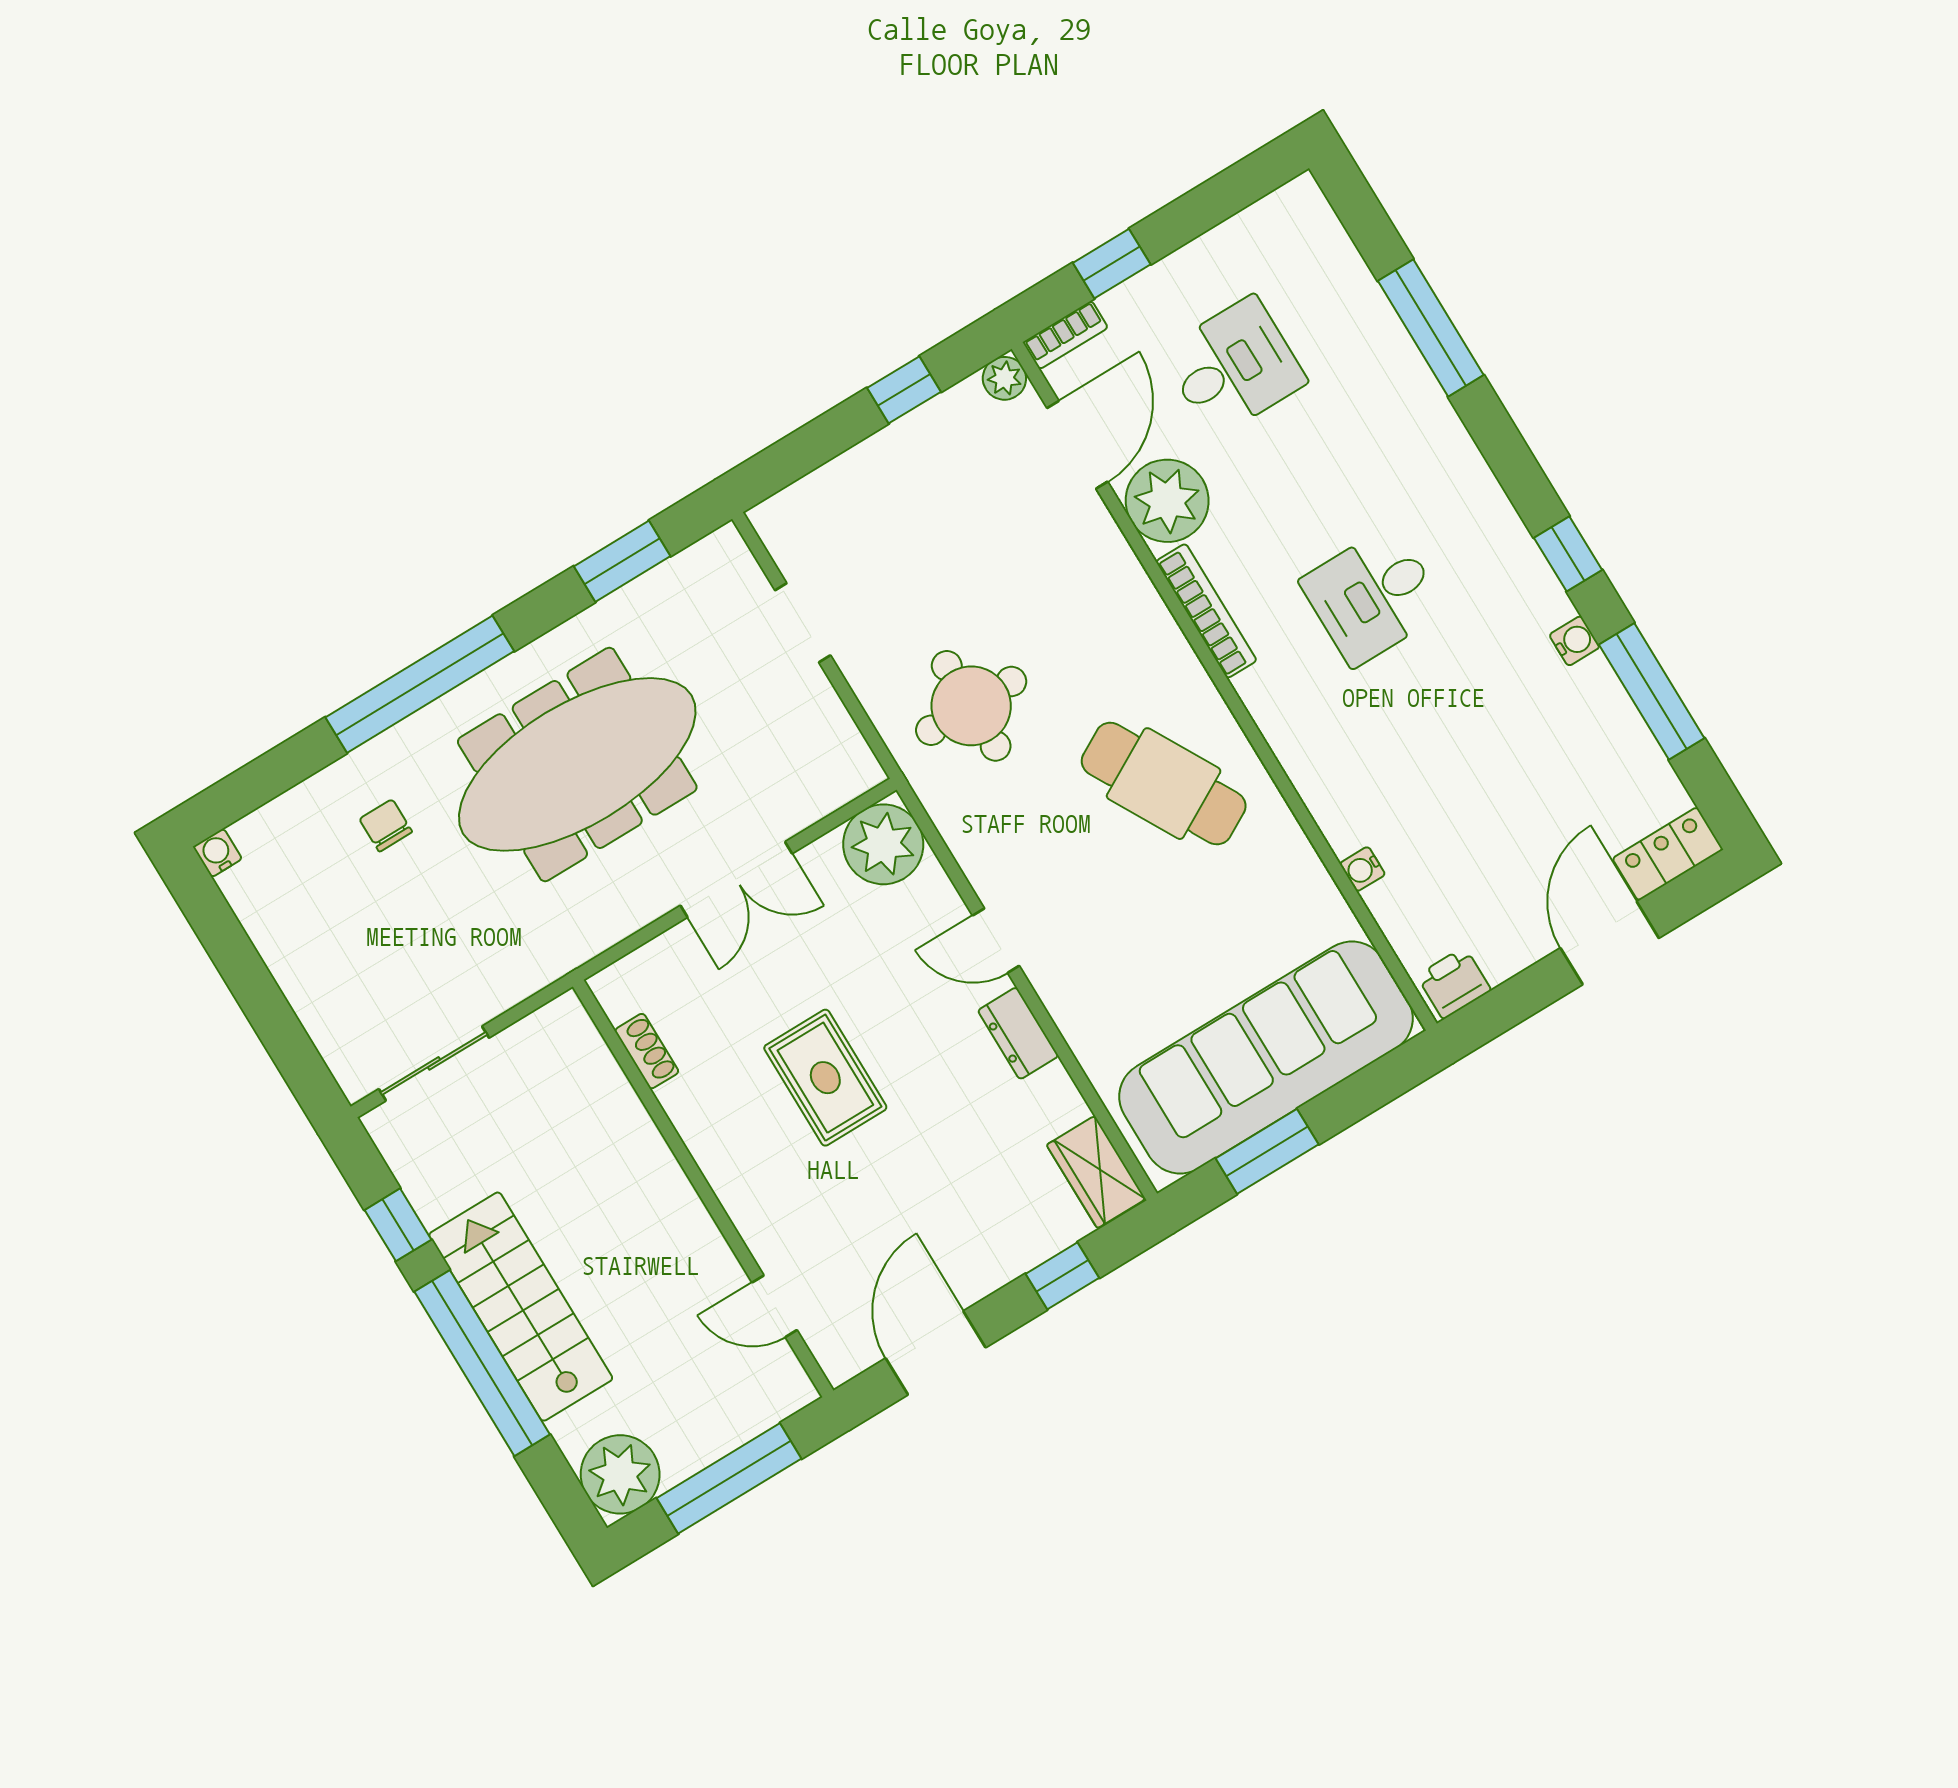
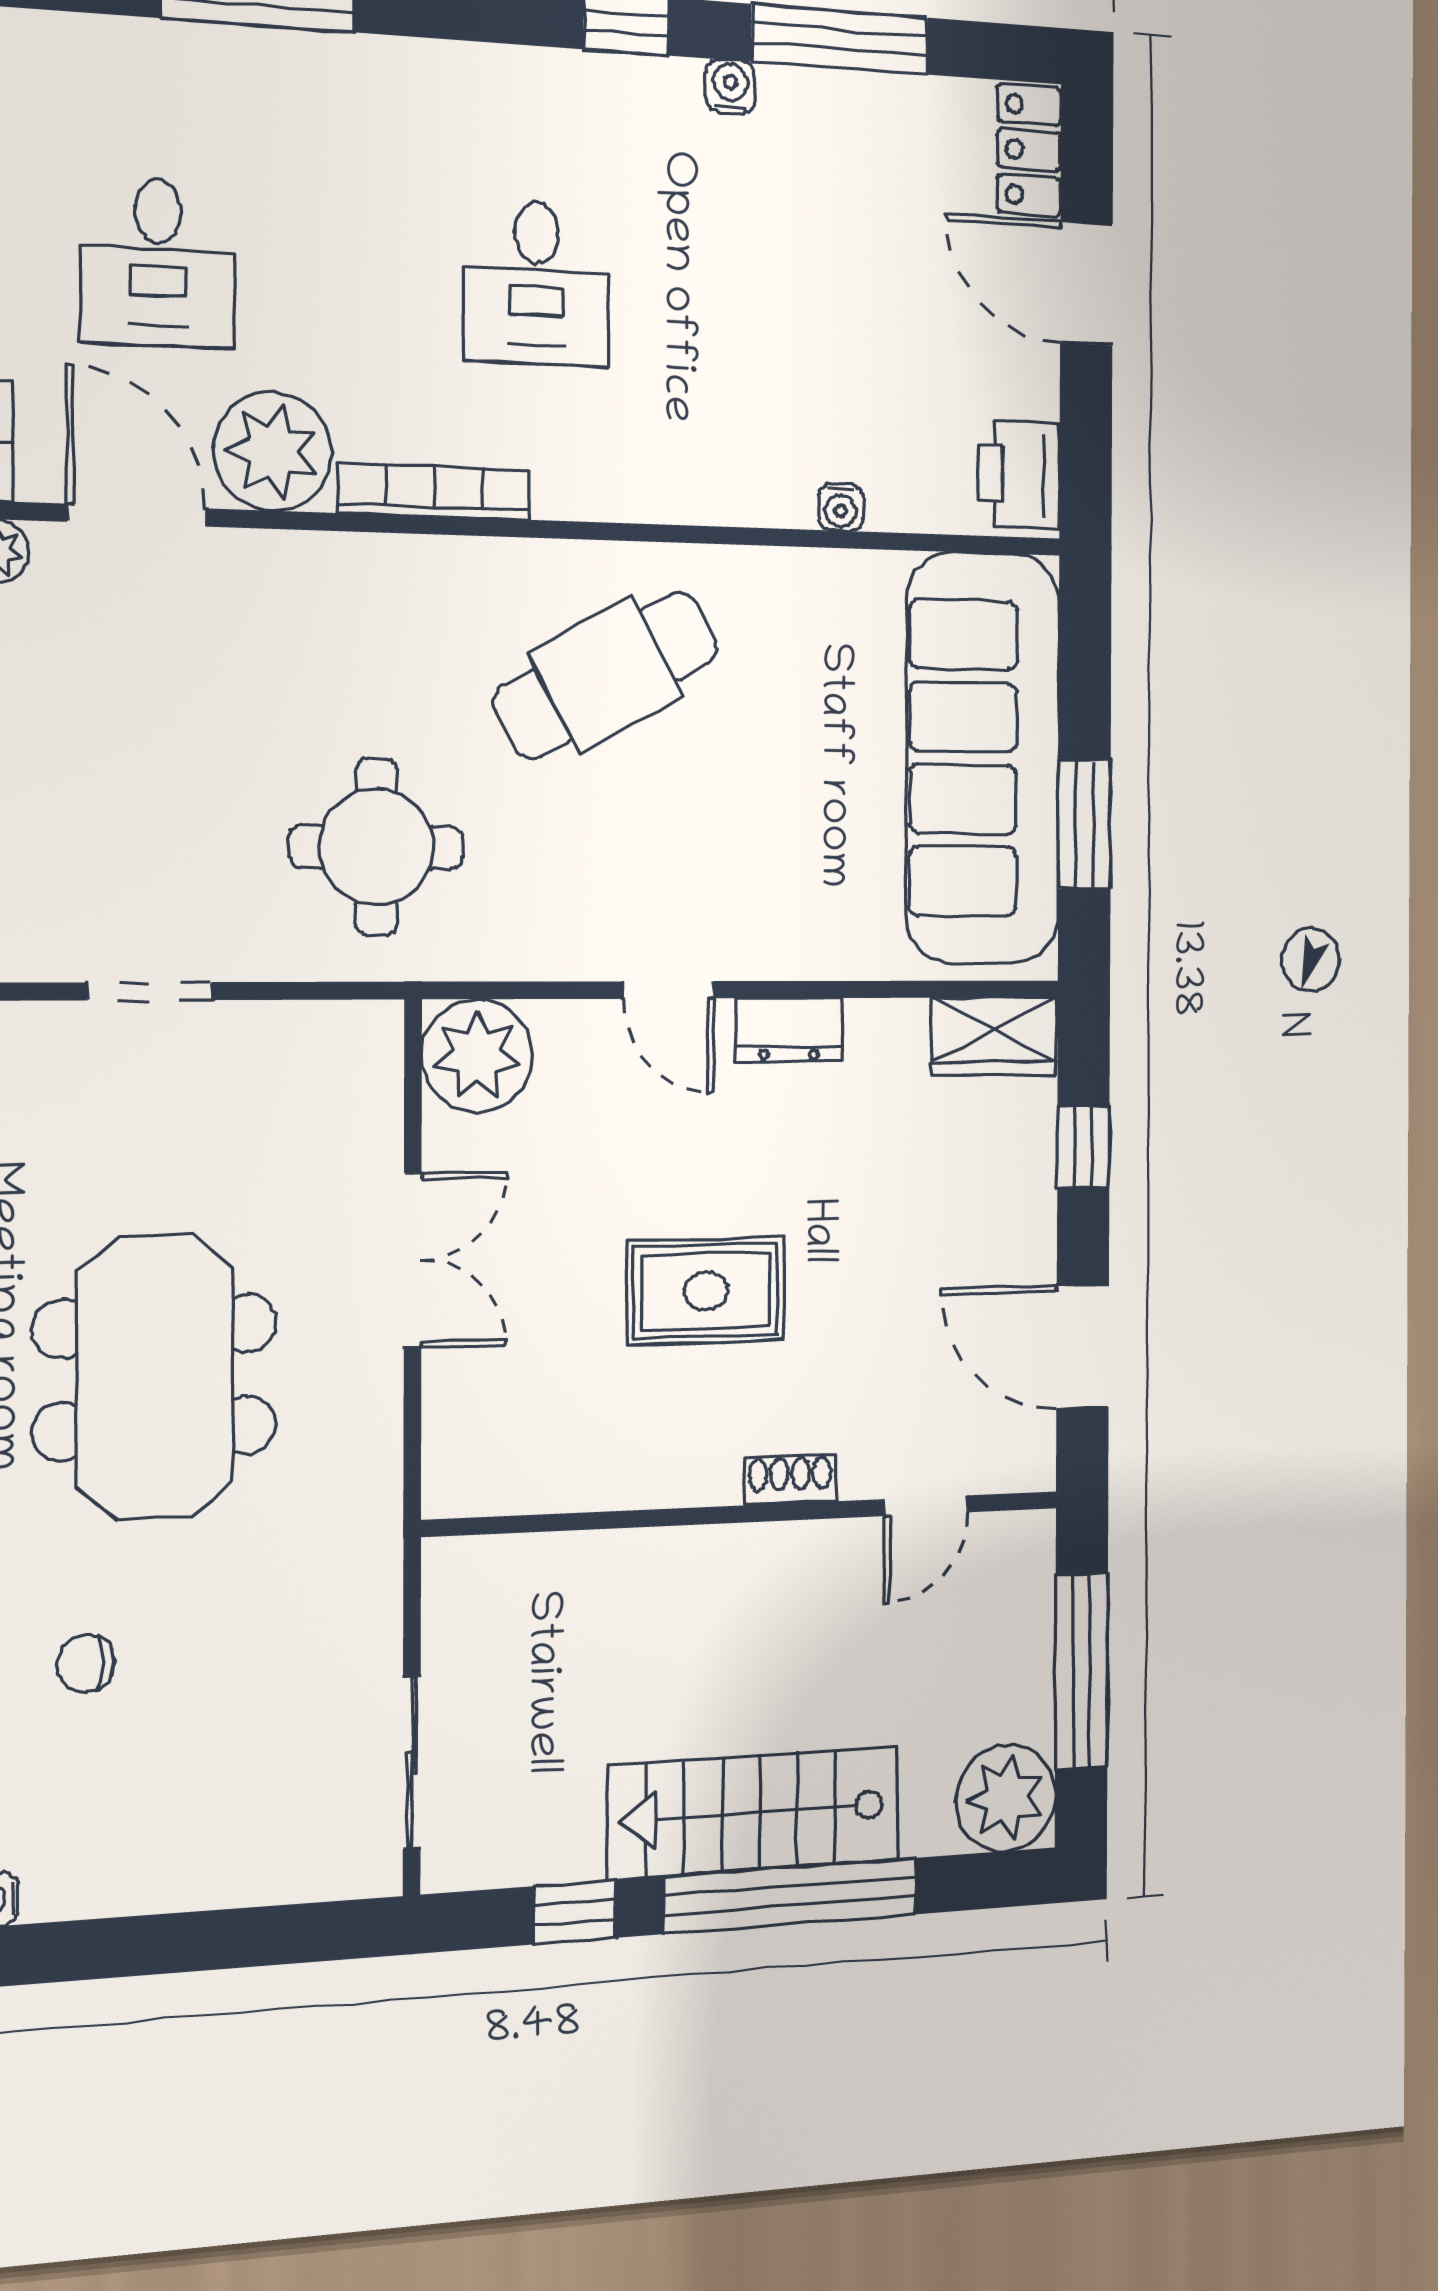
desk: (1234, 367) -> (158, 263), turned 180
meeting table: (577, 764) -> (155, 1377), width x0.73
door: (996, 941) -> (669, 990), hinge flipped
printer: (1454, 983) -> (1019, 474), width x1.36, depth x1.24
shoe rack: (647, 1051) -> (790, 1480), moved

